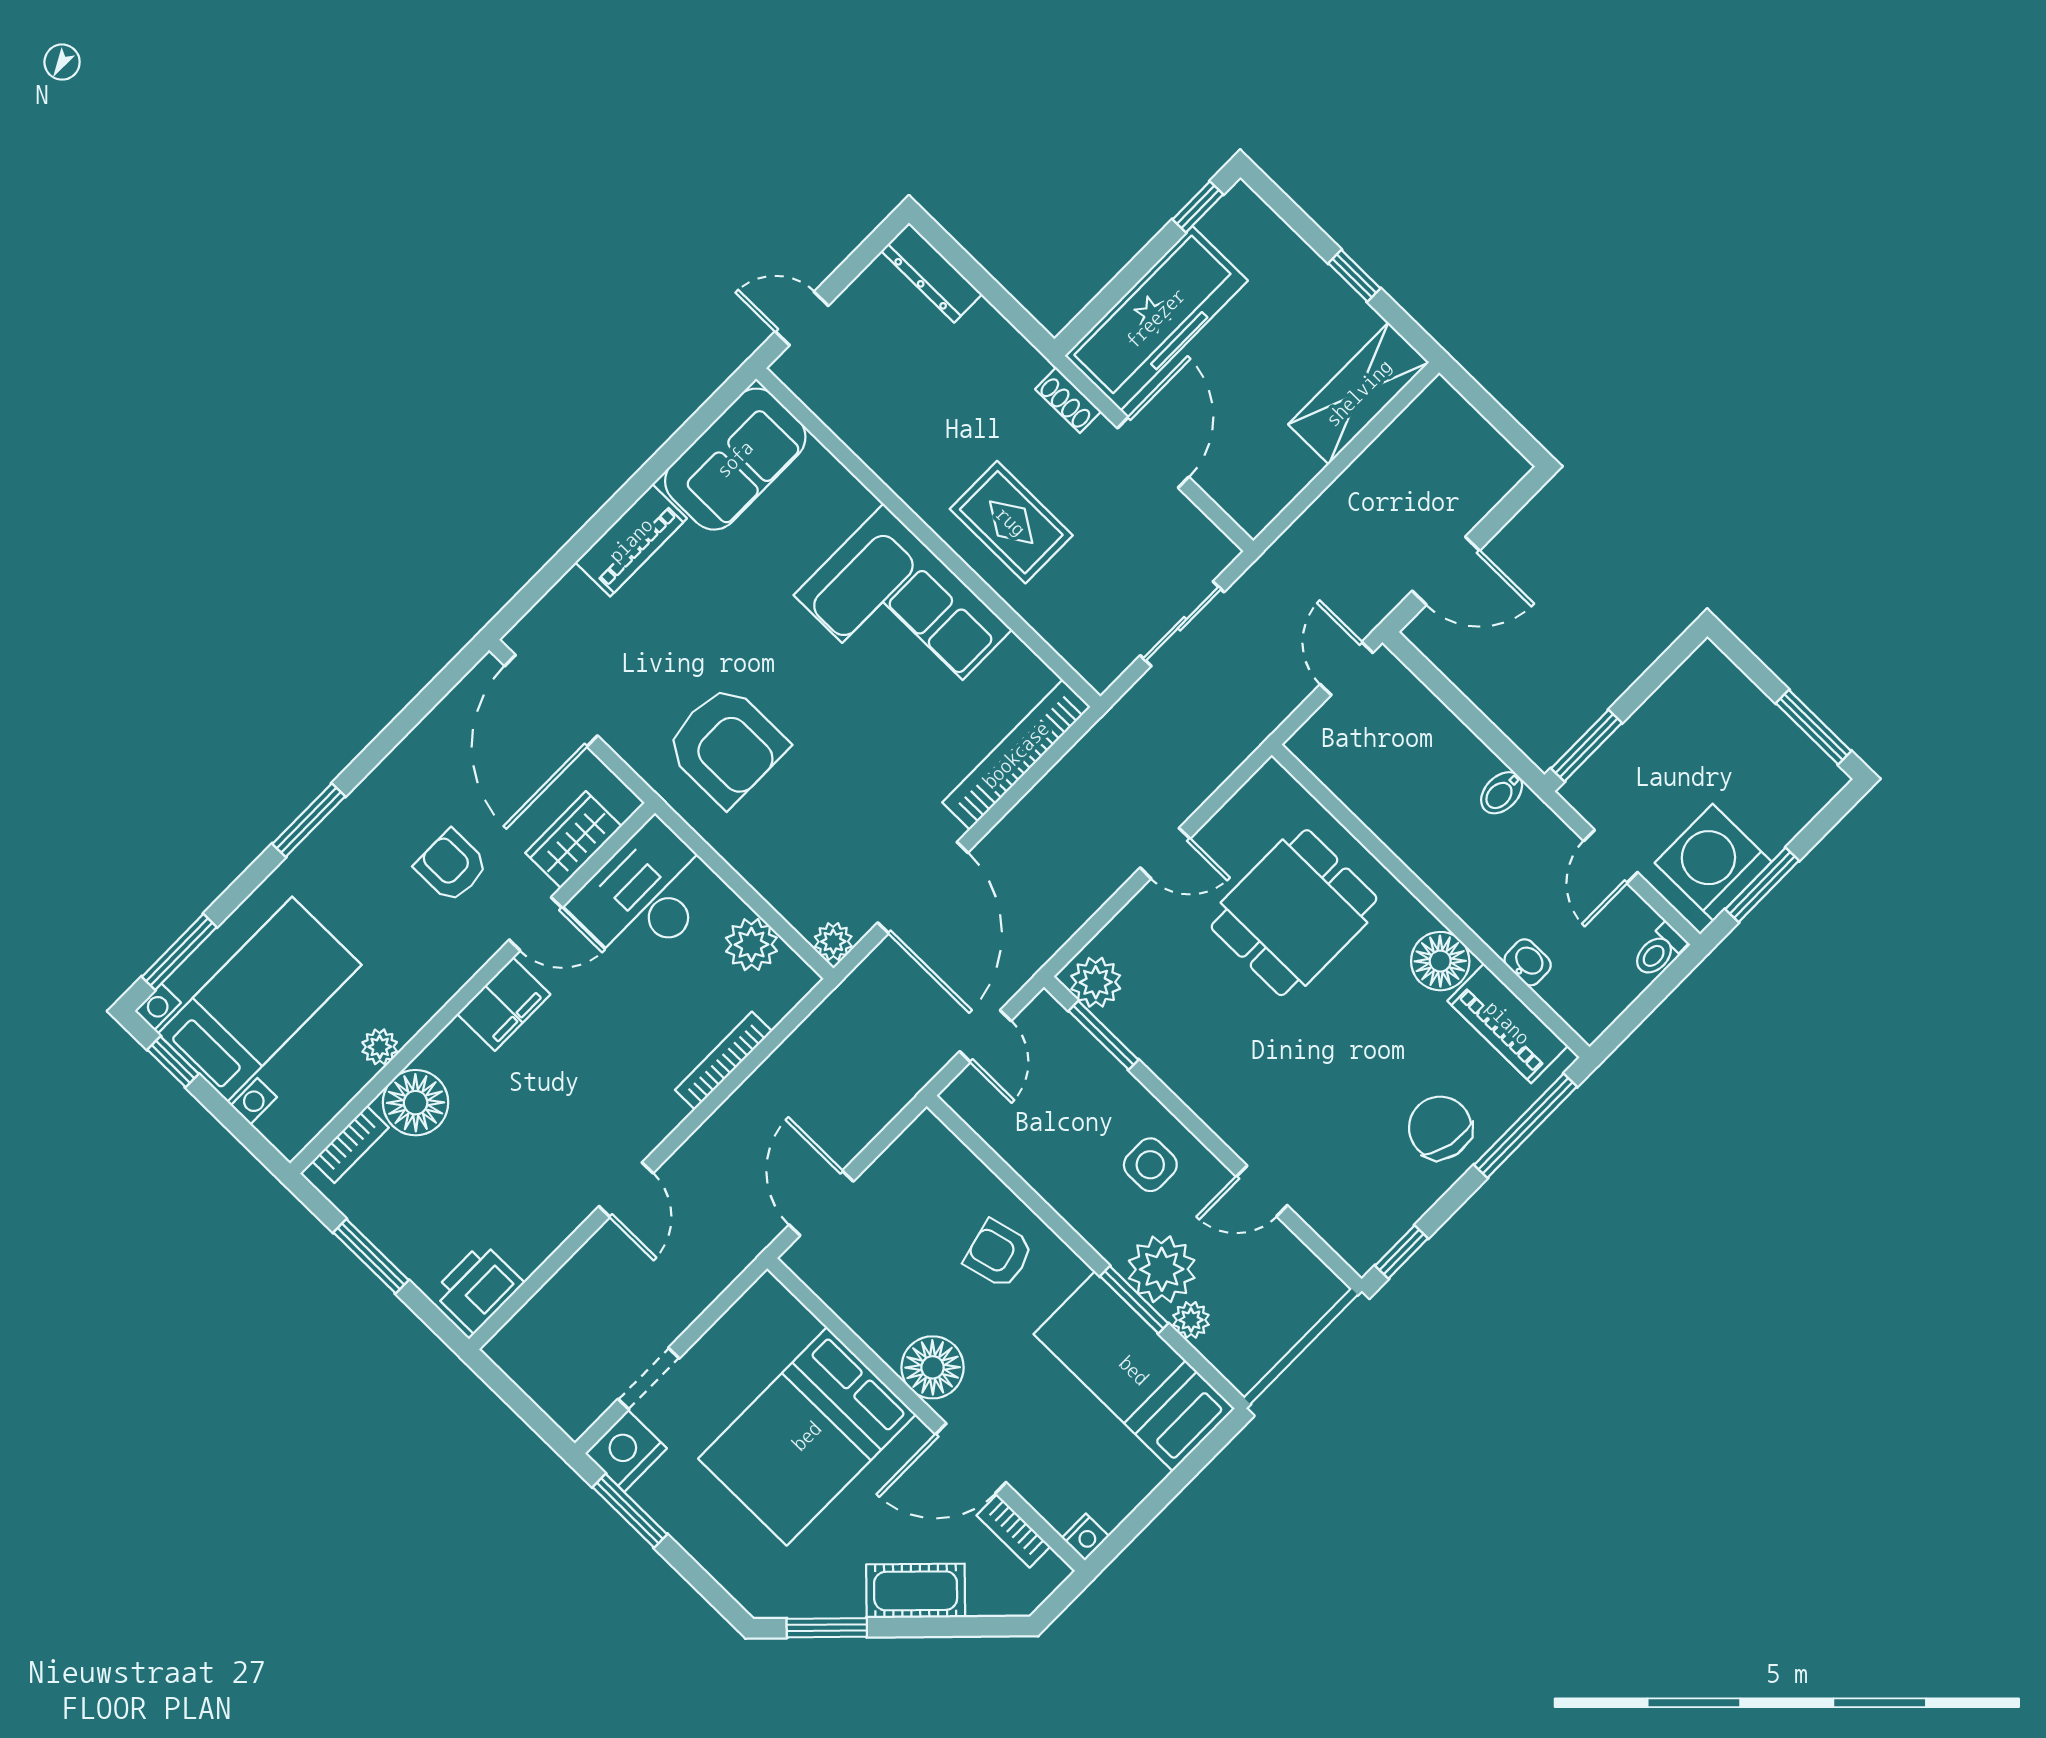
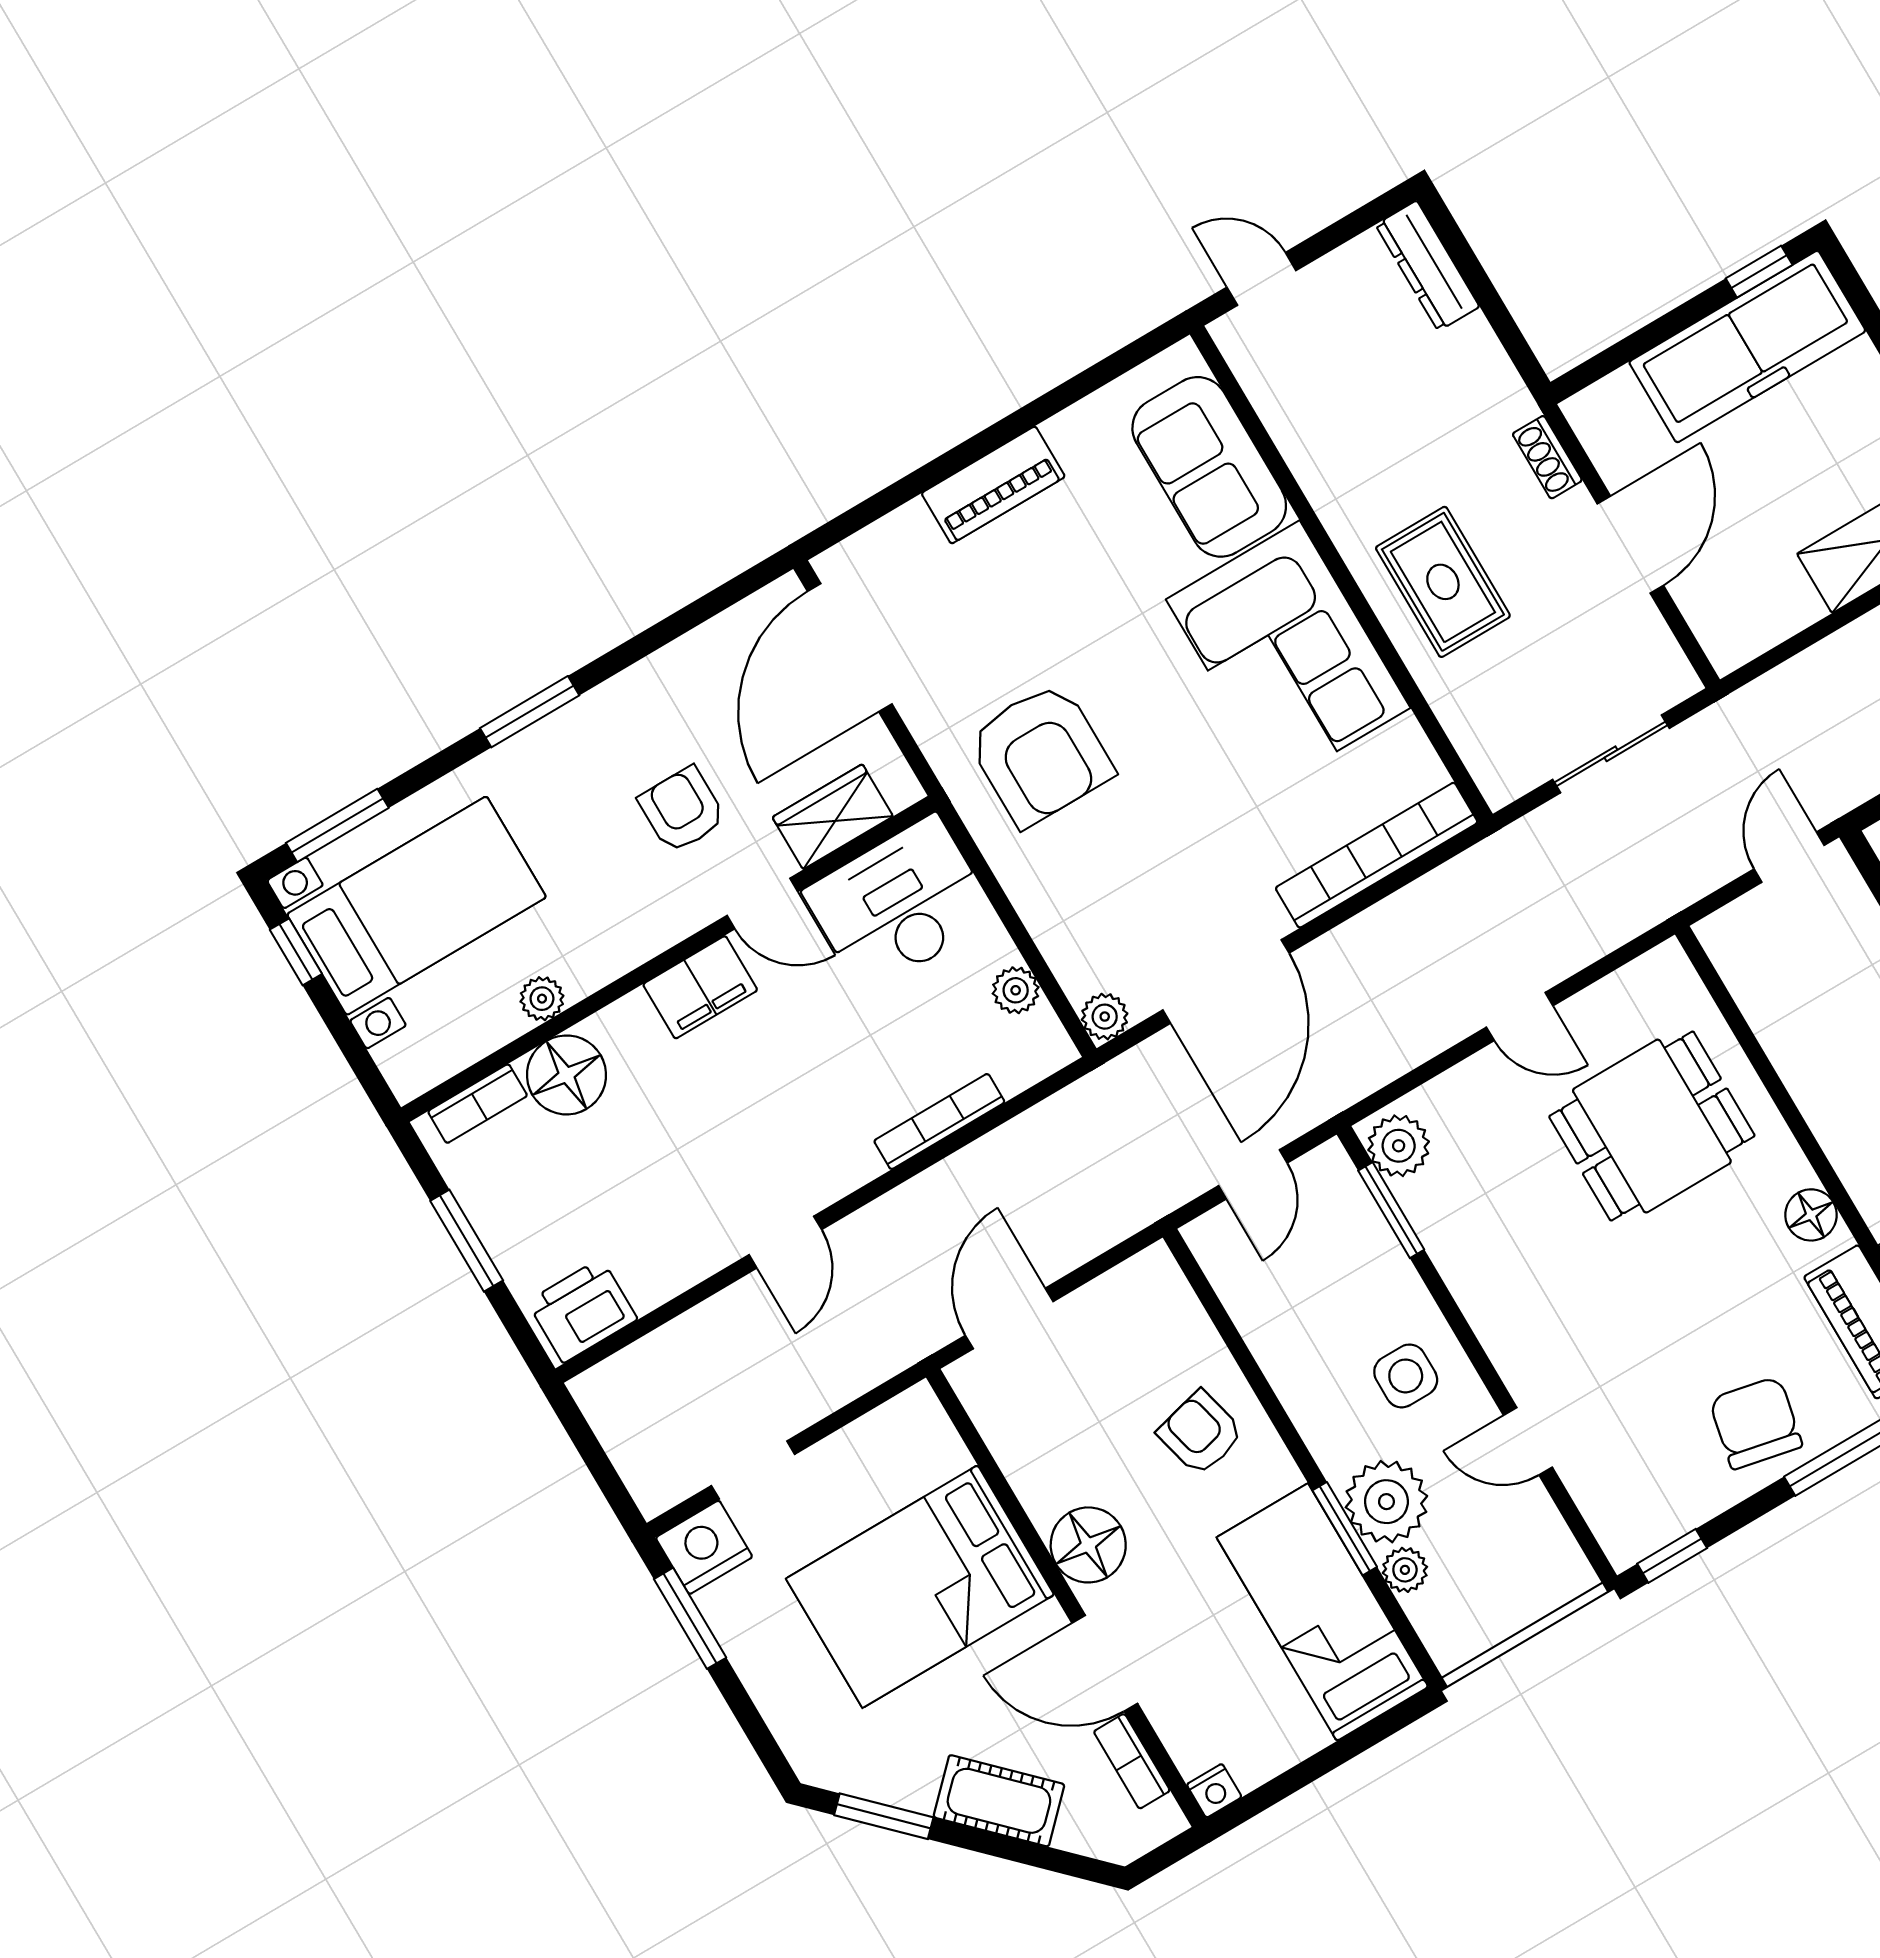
freezer: (1156, 318) -> (1747, 347), moved
sofa: (735, 459) -> (1209, 467), moved, turned 90
plant: (751, 945) -> (1016, 990), width x0.73, depth x0.73
floor lamp: (1440, 961) -> (1811, 1215), width x0.73, depth x0.73

